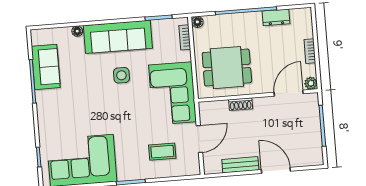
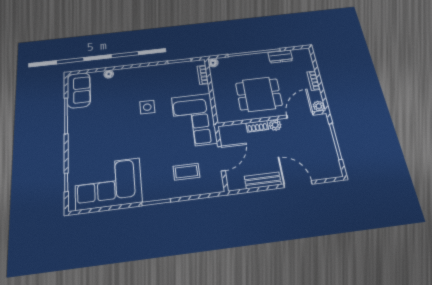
sofa: (118, 37) -> (144, 77), removed
sofa: (46, 67) -> (79, 90), moved
dining table: (227, 68) -> (259, 94), moved
plant: (260, 104) -> (275, 125), added

